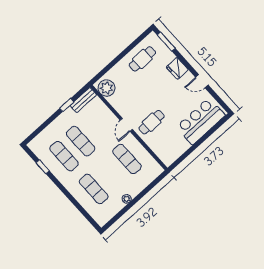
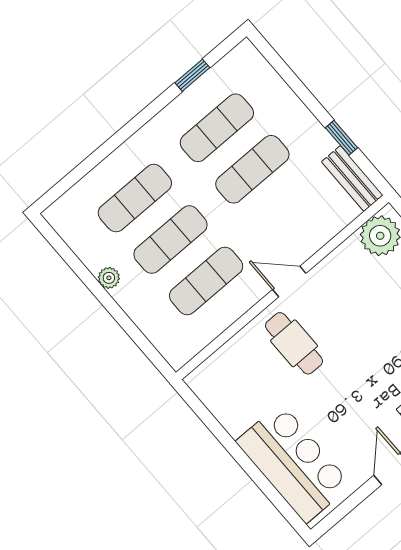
exercise mat: (110, 174) -> (170, 240), added

